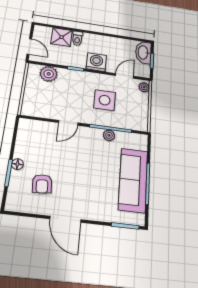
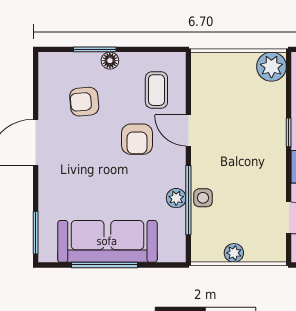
plant: (49, 74) -> (271, 67), moved
plant: (144, 87) -> (234, 253), moved
side table: (105, 100) -> (203, 198), moved, width x0.54, depth x0.54
coffee table: (41, 138) -> (156, 90), added
armchair: (70, 154) -> (137, 139), added

